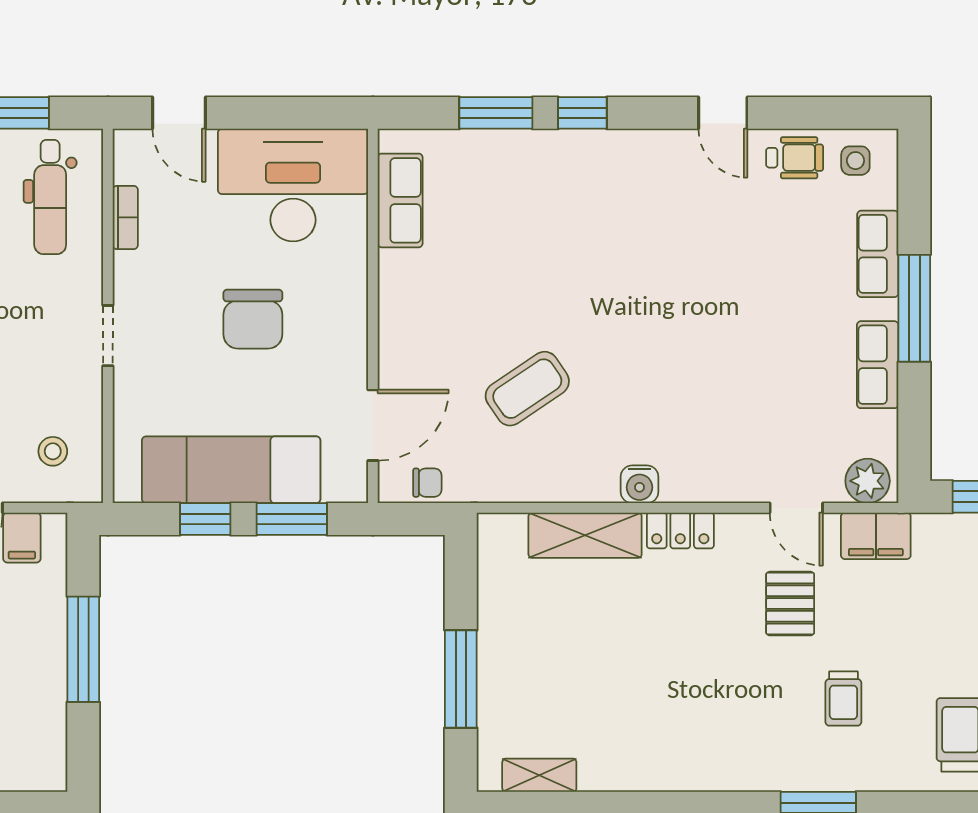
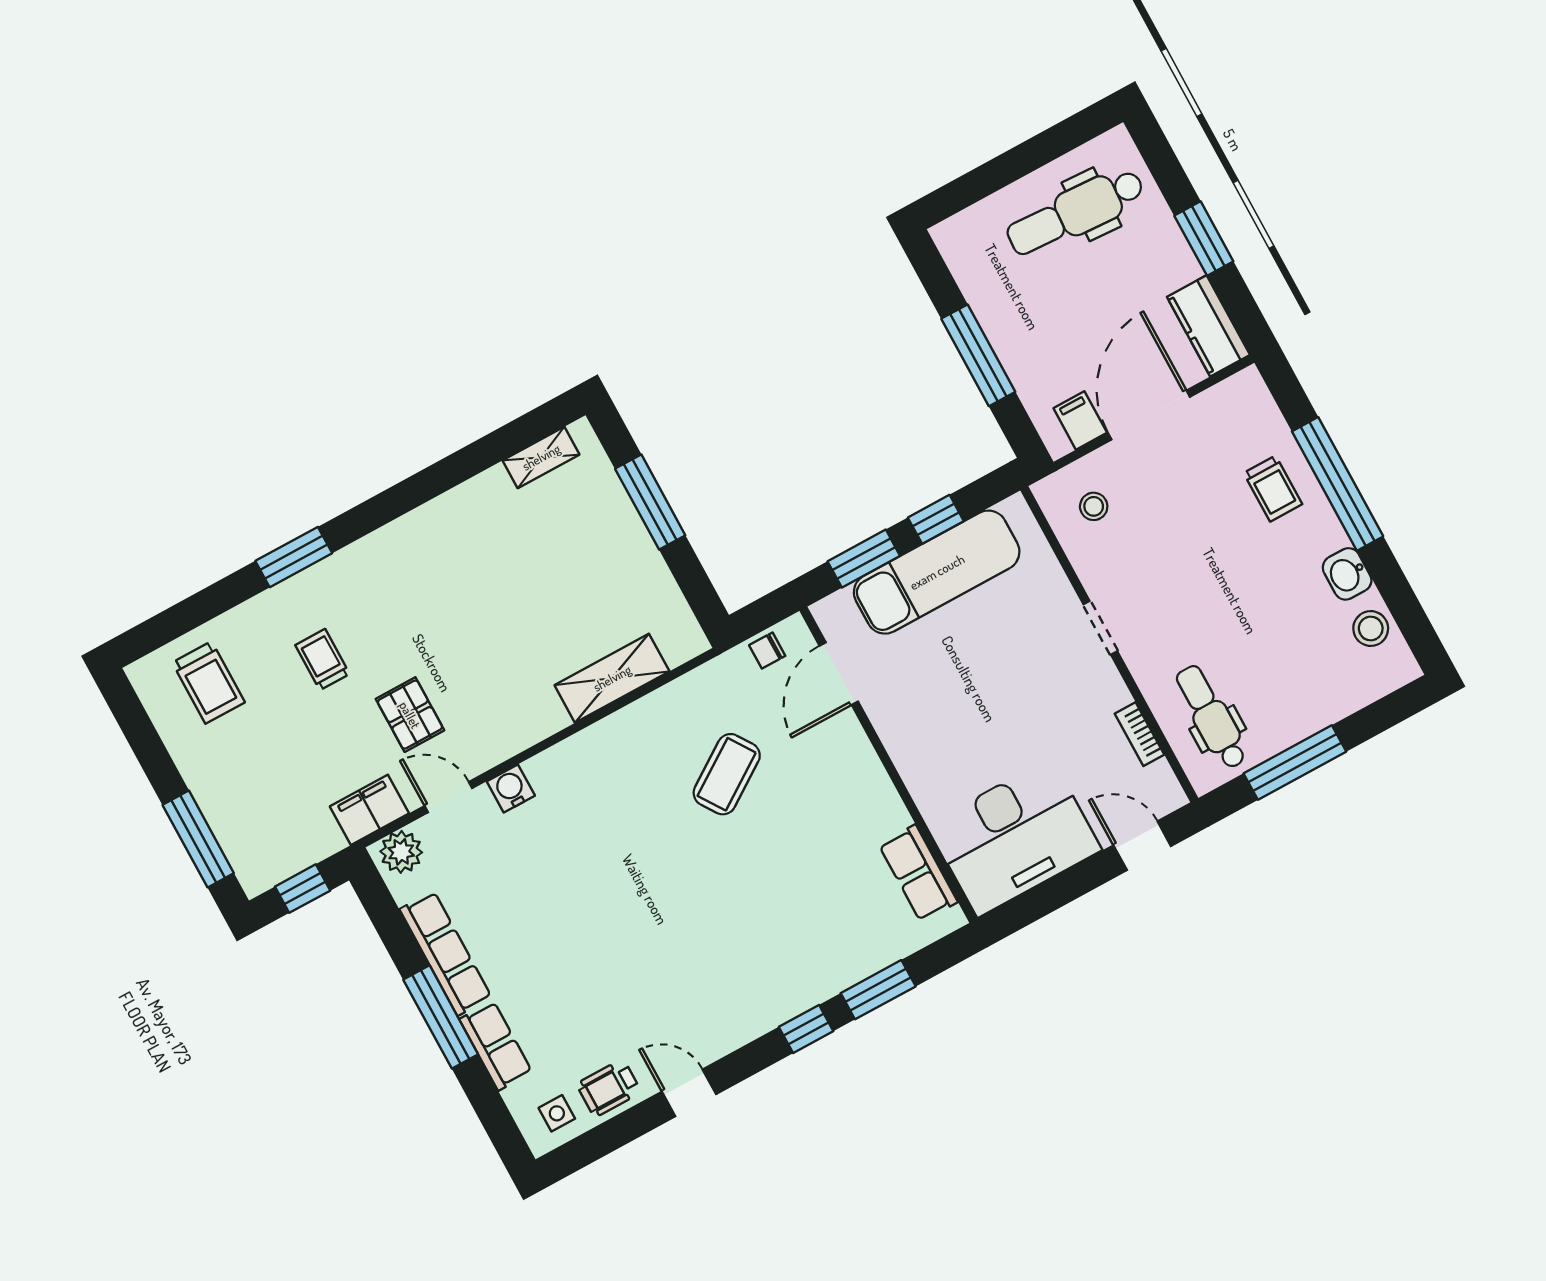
chair: (253, 319) -> (987, 707), removed
row of seats: (878, 365) -> (446, 953), width x1.48
water cooler: (640, 484) -> (511, 789), moved
locker: (680, 530) -> (535, 726), removed

